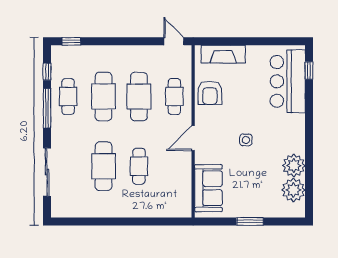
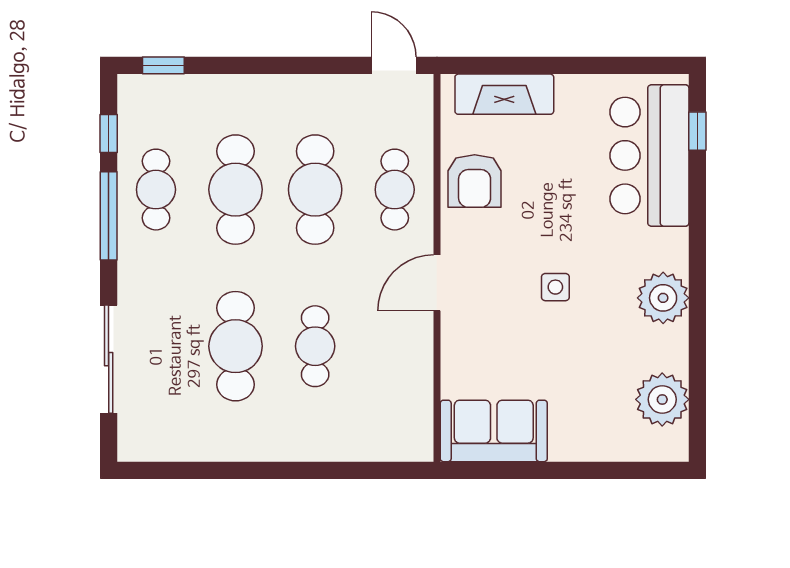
plant: (294, 166) -> (663, 298), moved
sofa: (208, 188) -> (494, 431), moved, turned -90
window: (250, 221) -> (565, 470), removed

